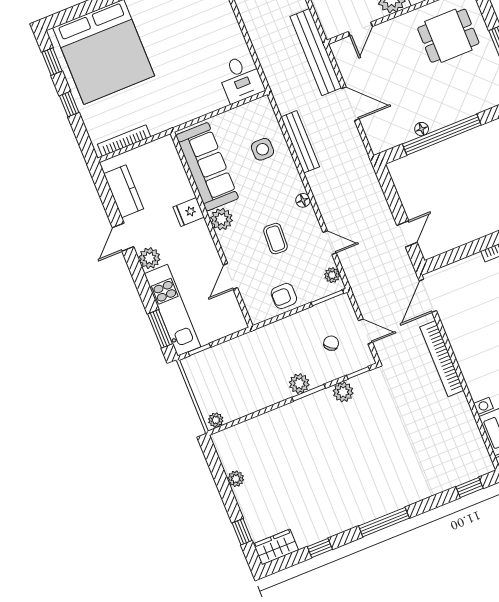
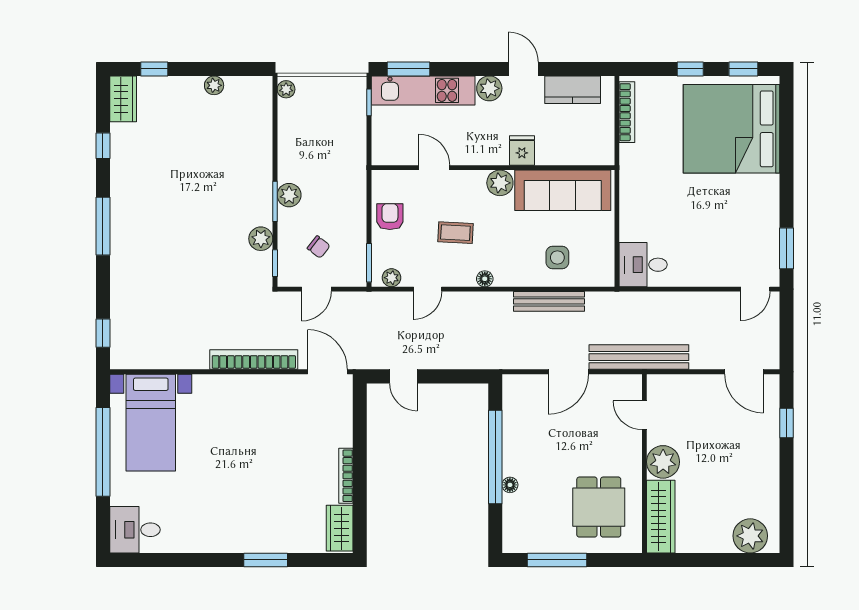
floor lamp: (422, 129) -> (510, 485), moved

